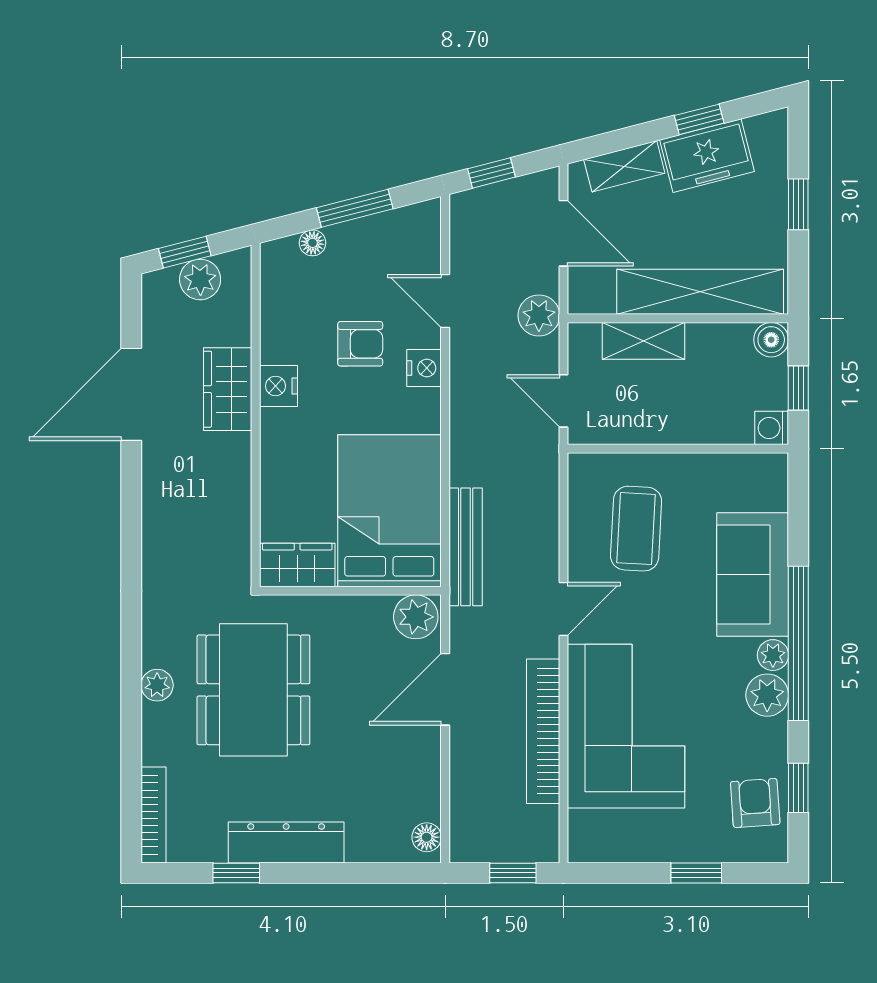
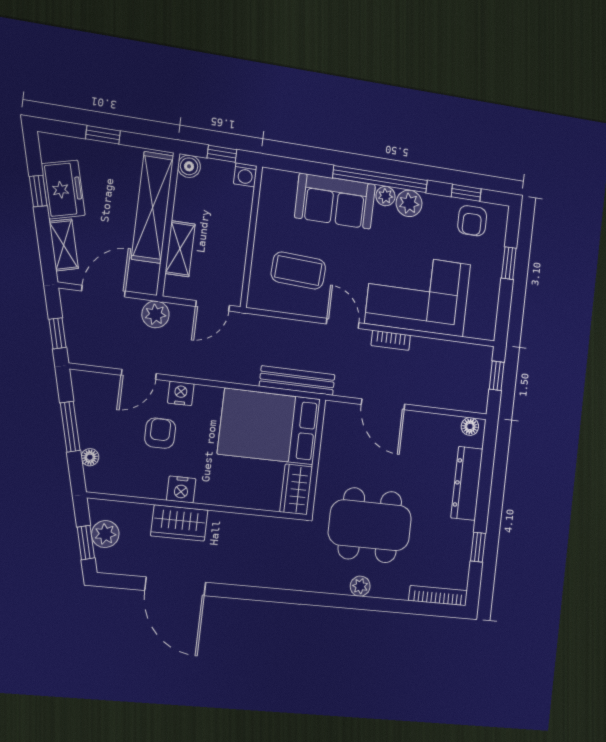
plant: (416, 617) -> (337, 417), removed
bookcase: (543, 731) -> (391, 340), width x0.43, depth x0.76
armchair: (755, 803) -> (472, 221), turned -86
dresser: (286, 843) -> (467, 483), moved

